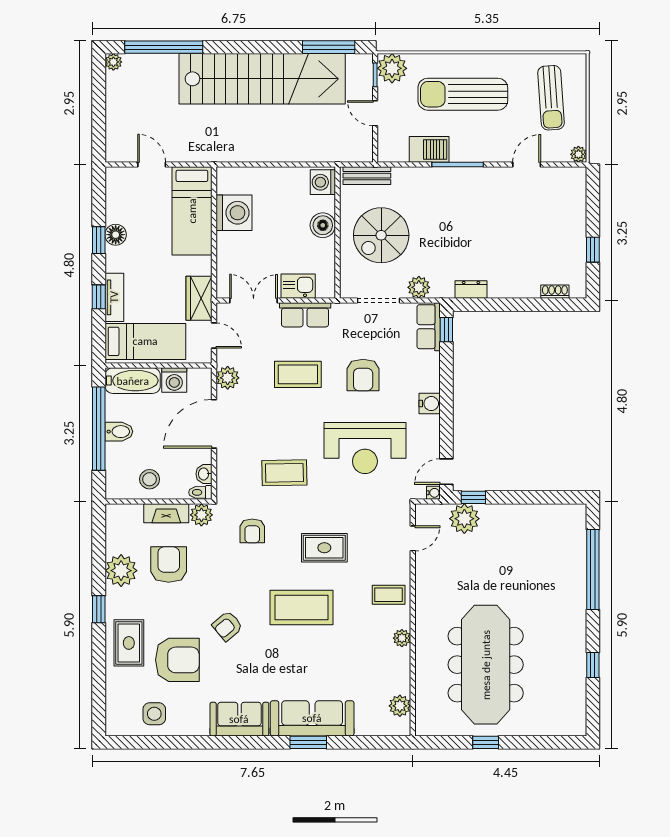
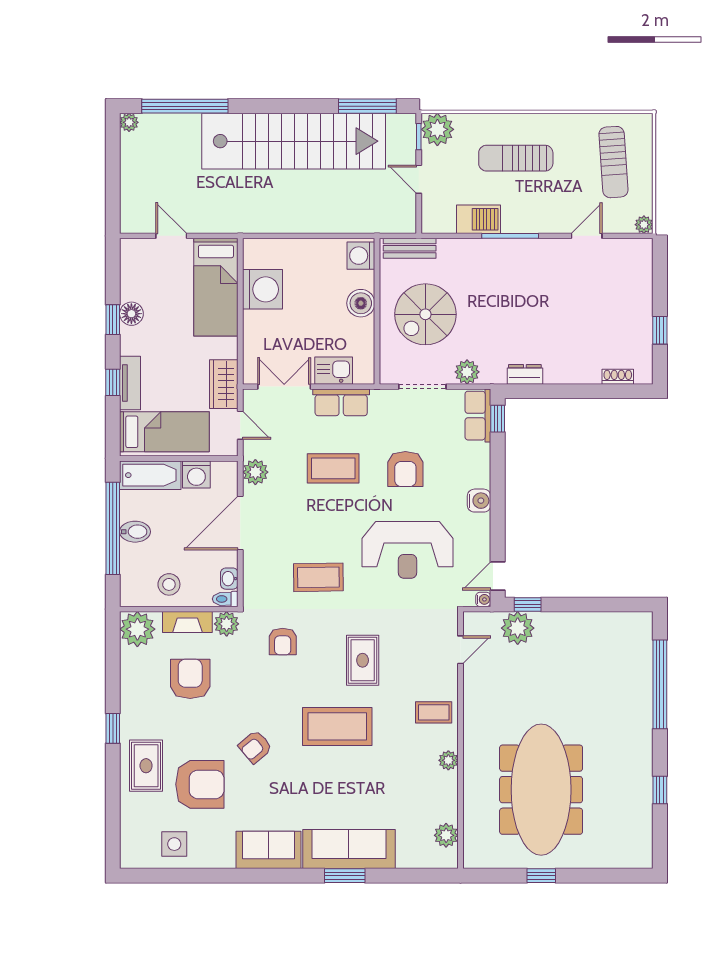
sun lounger: (463, 94) -> (516, 158), width x0.73, depth x0.75
rug: (324, 548) -> (363, 660), turned 90
plant: (121, 571) -> (137, 629), moved

